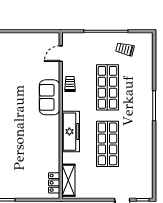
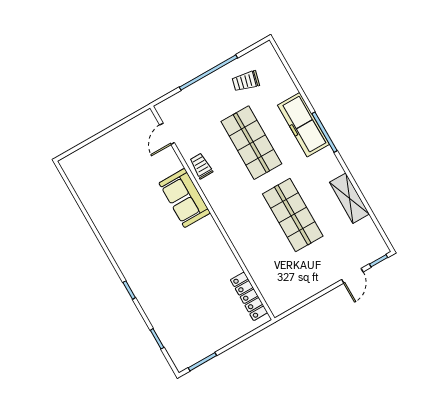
freezer: (71, 132) -> (303, 125), moved, turned 180
shelving: (68, 180) -> (349, 198), moved
locker: (54, 183) -> (249, 296), width x1.53

